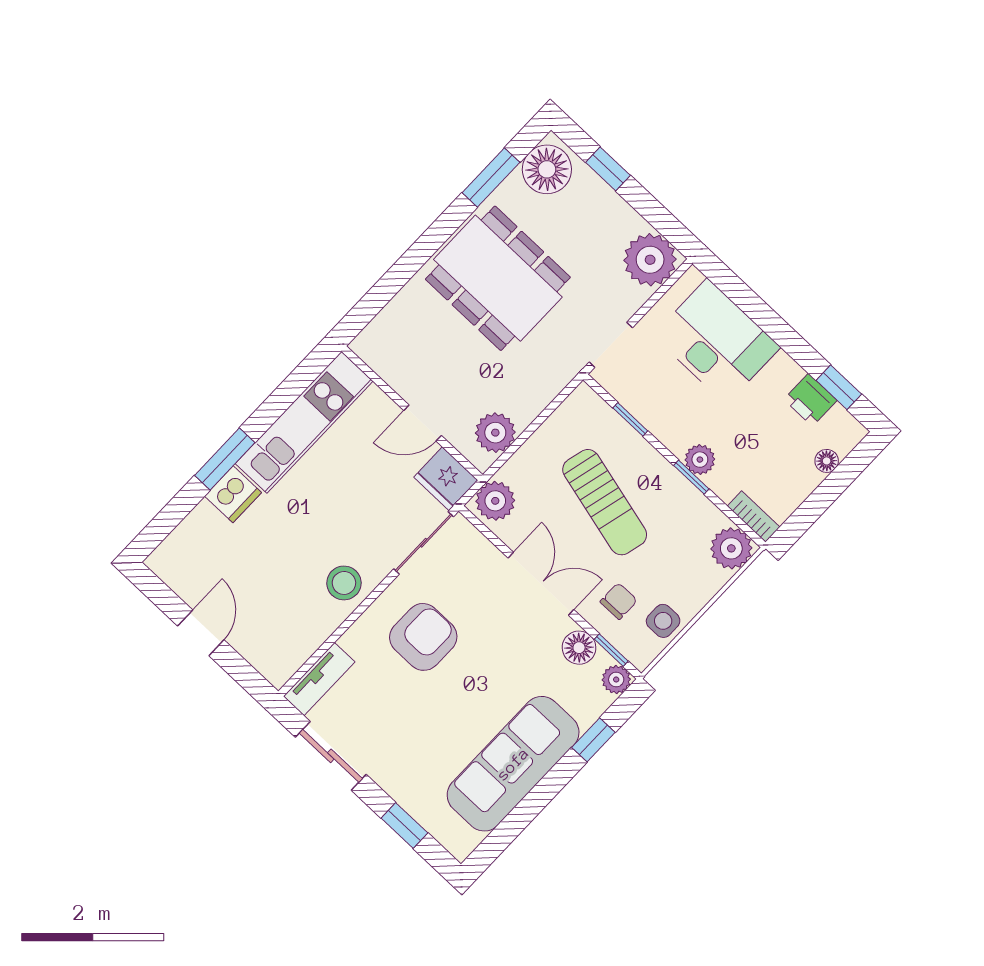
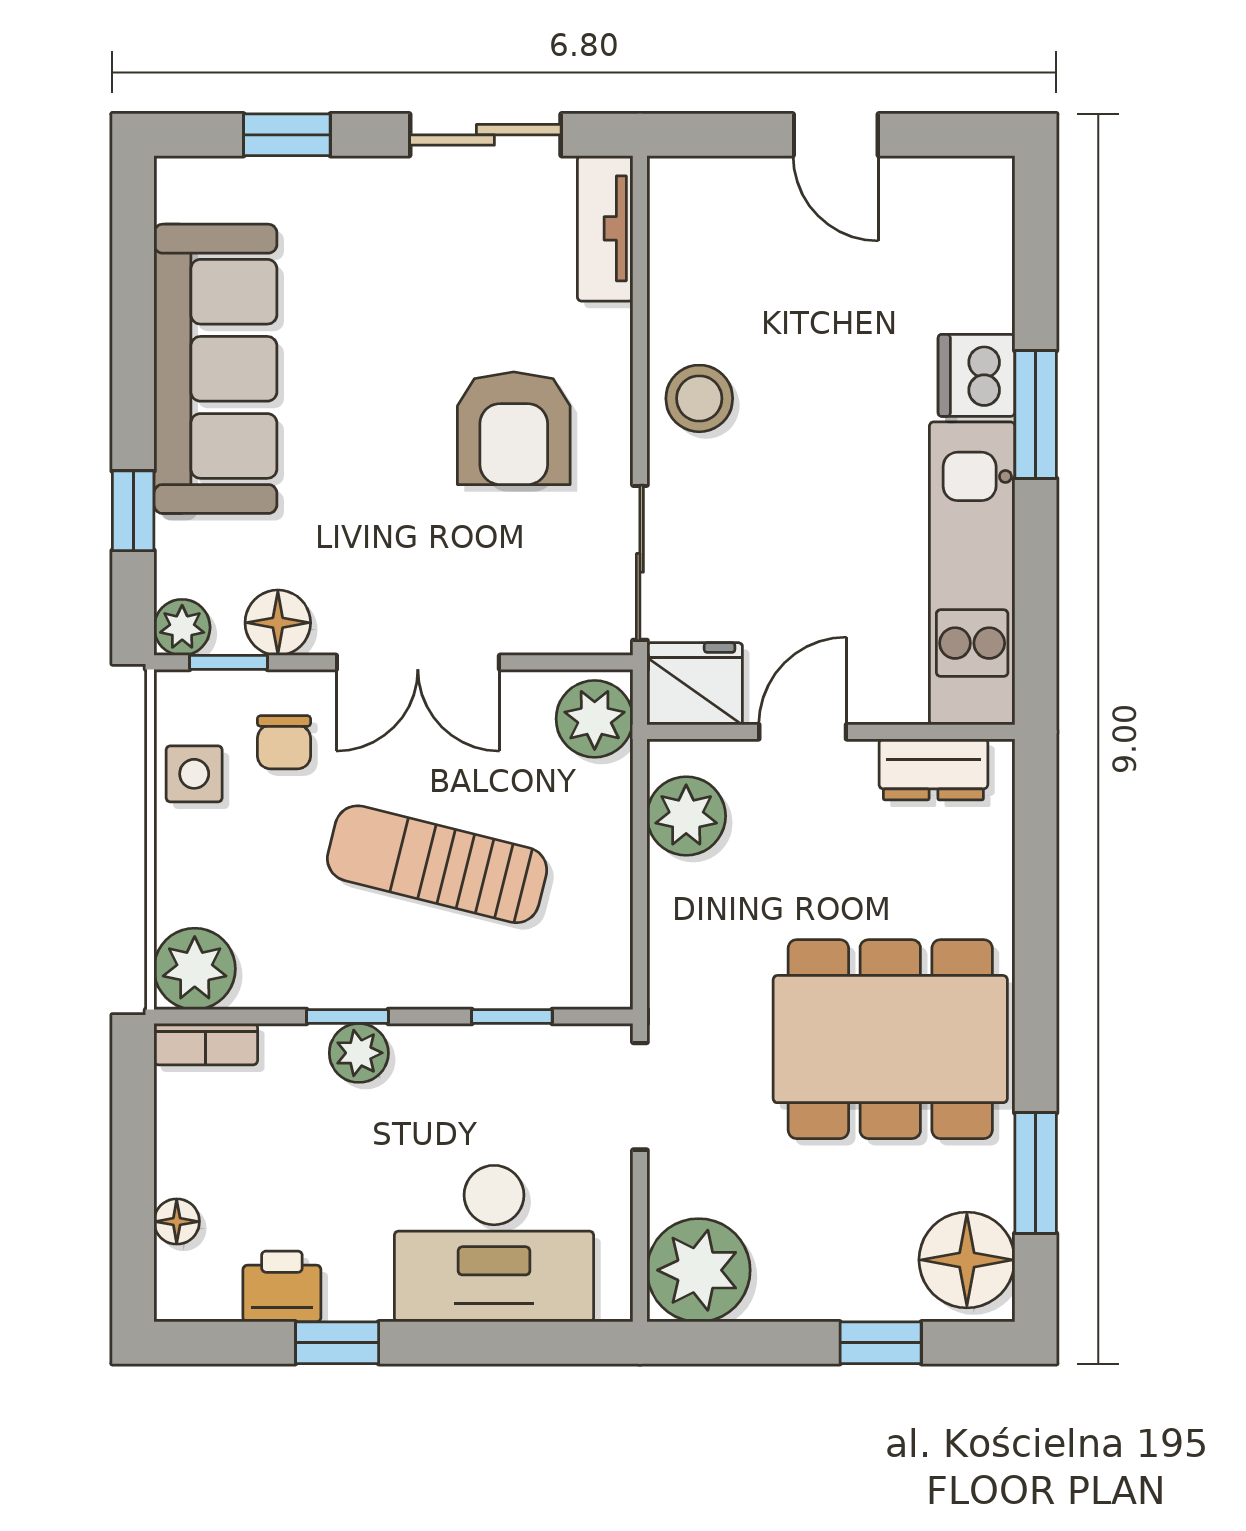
dresser: (387, 363) -> (933, 769), added
window: (839, 387) -> (337, 1343), moved

